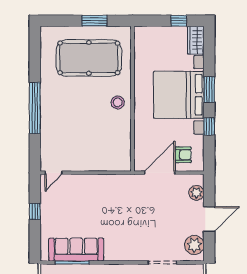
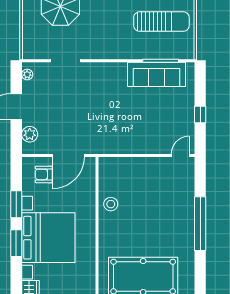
stool: (118, 102) -> (111, 204), moved
window: (209, 126) -> (16, 204), width x1.50
plant: (194, 245) -> (27, 74), width x0.53, depth x0.53

